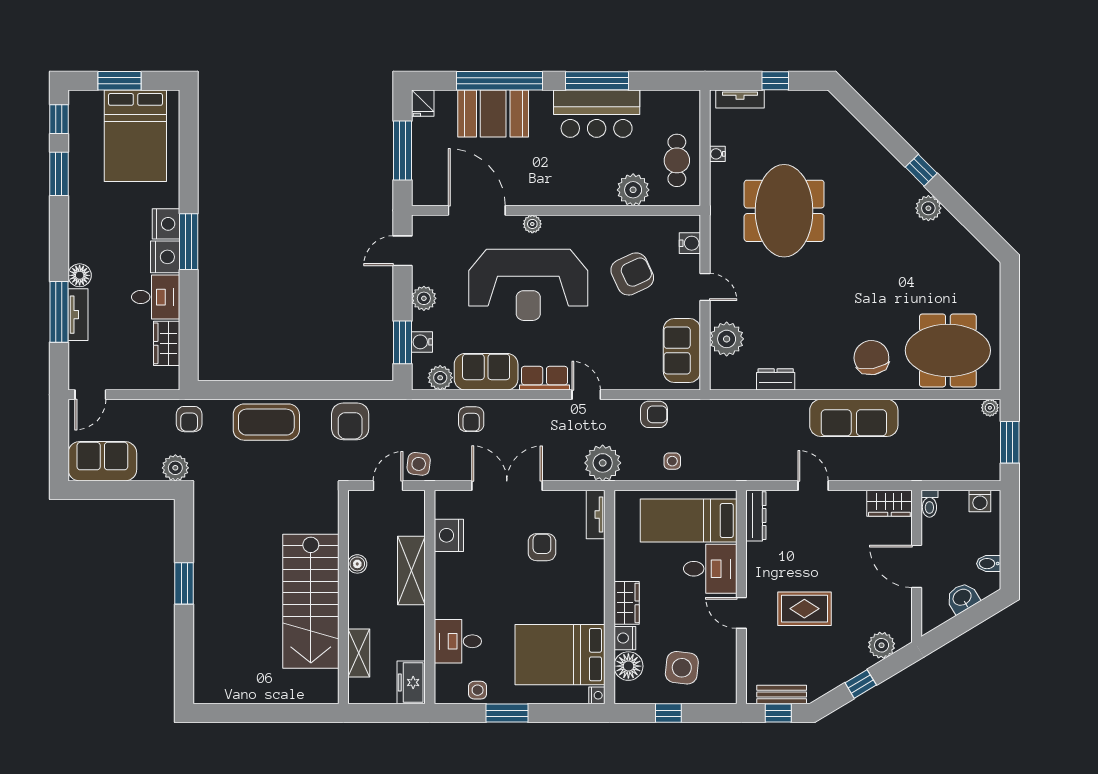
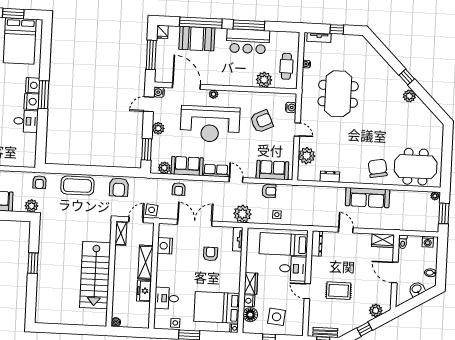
water cooler: (422, 342) -> (159, 92), moved
wardrobe: (167, 343) -> (30, 144), removed
sofa: (682, 351) -> (272, 170), moved, turned 90
boiler: (357, 564) -> (116, 322), moved
shelving: (359, 653) -> (121, 233), moved
freezer: (411, 682) -> (144, 291), moved

